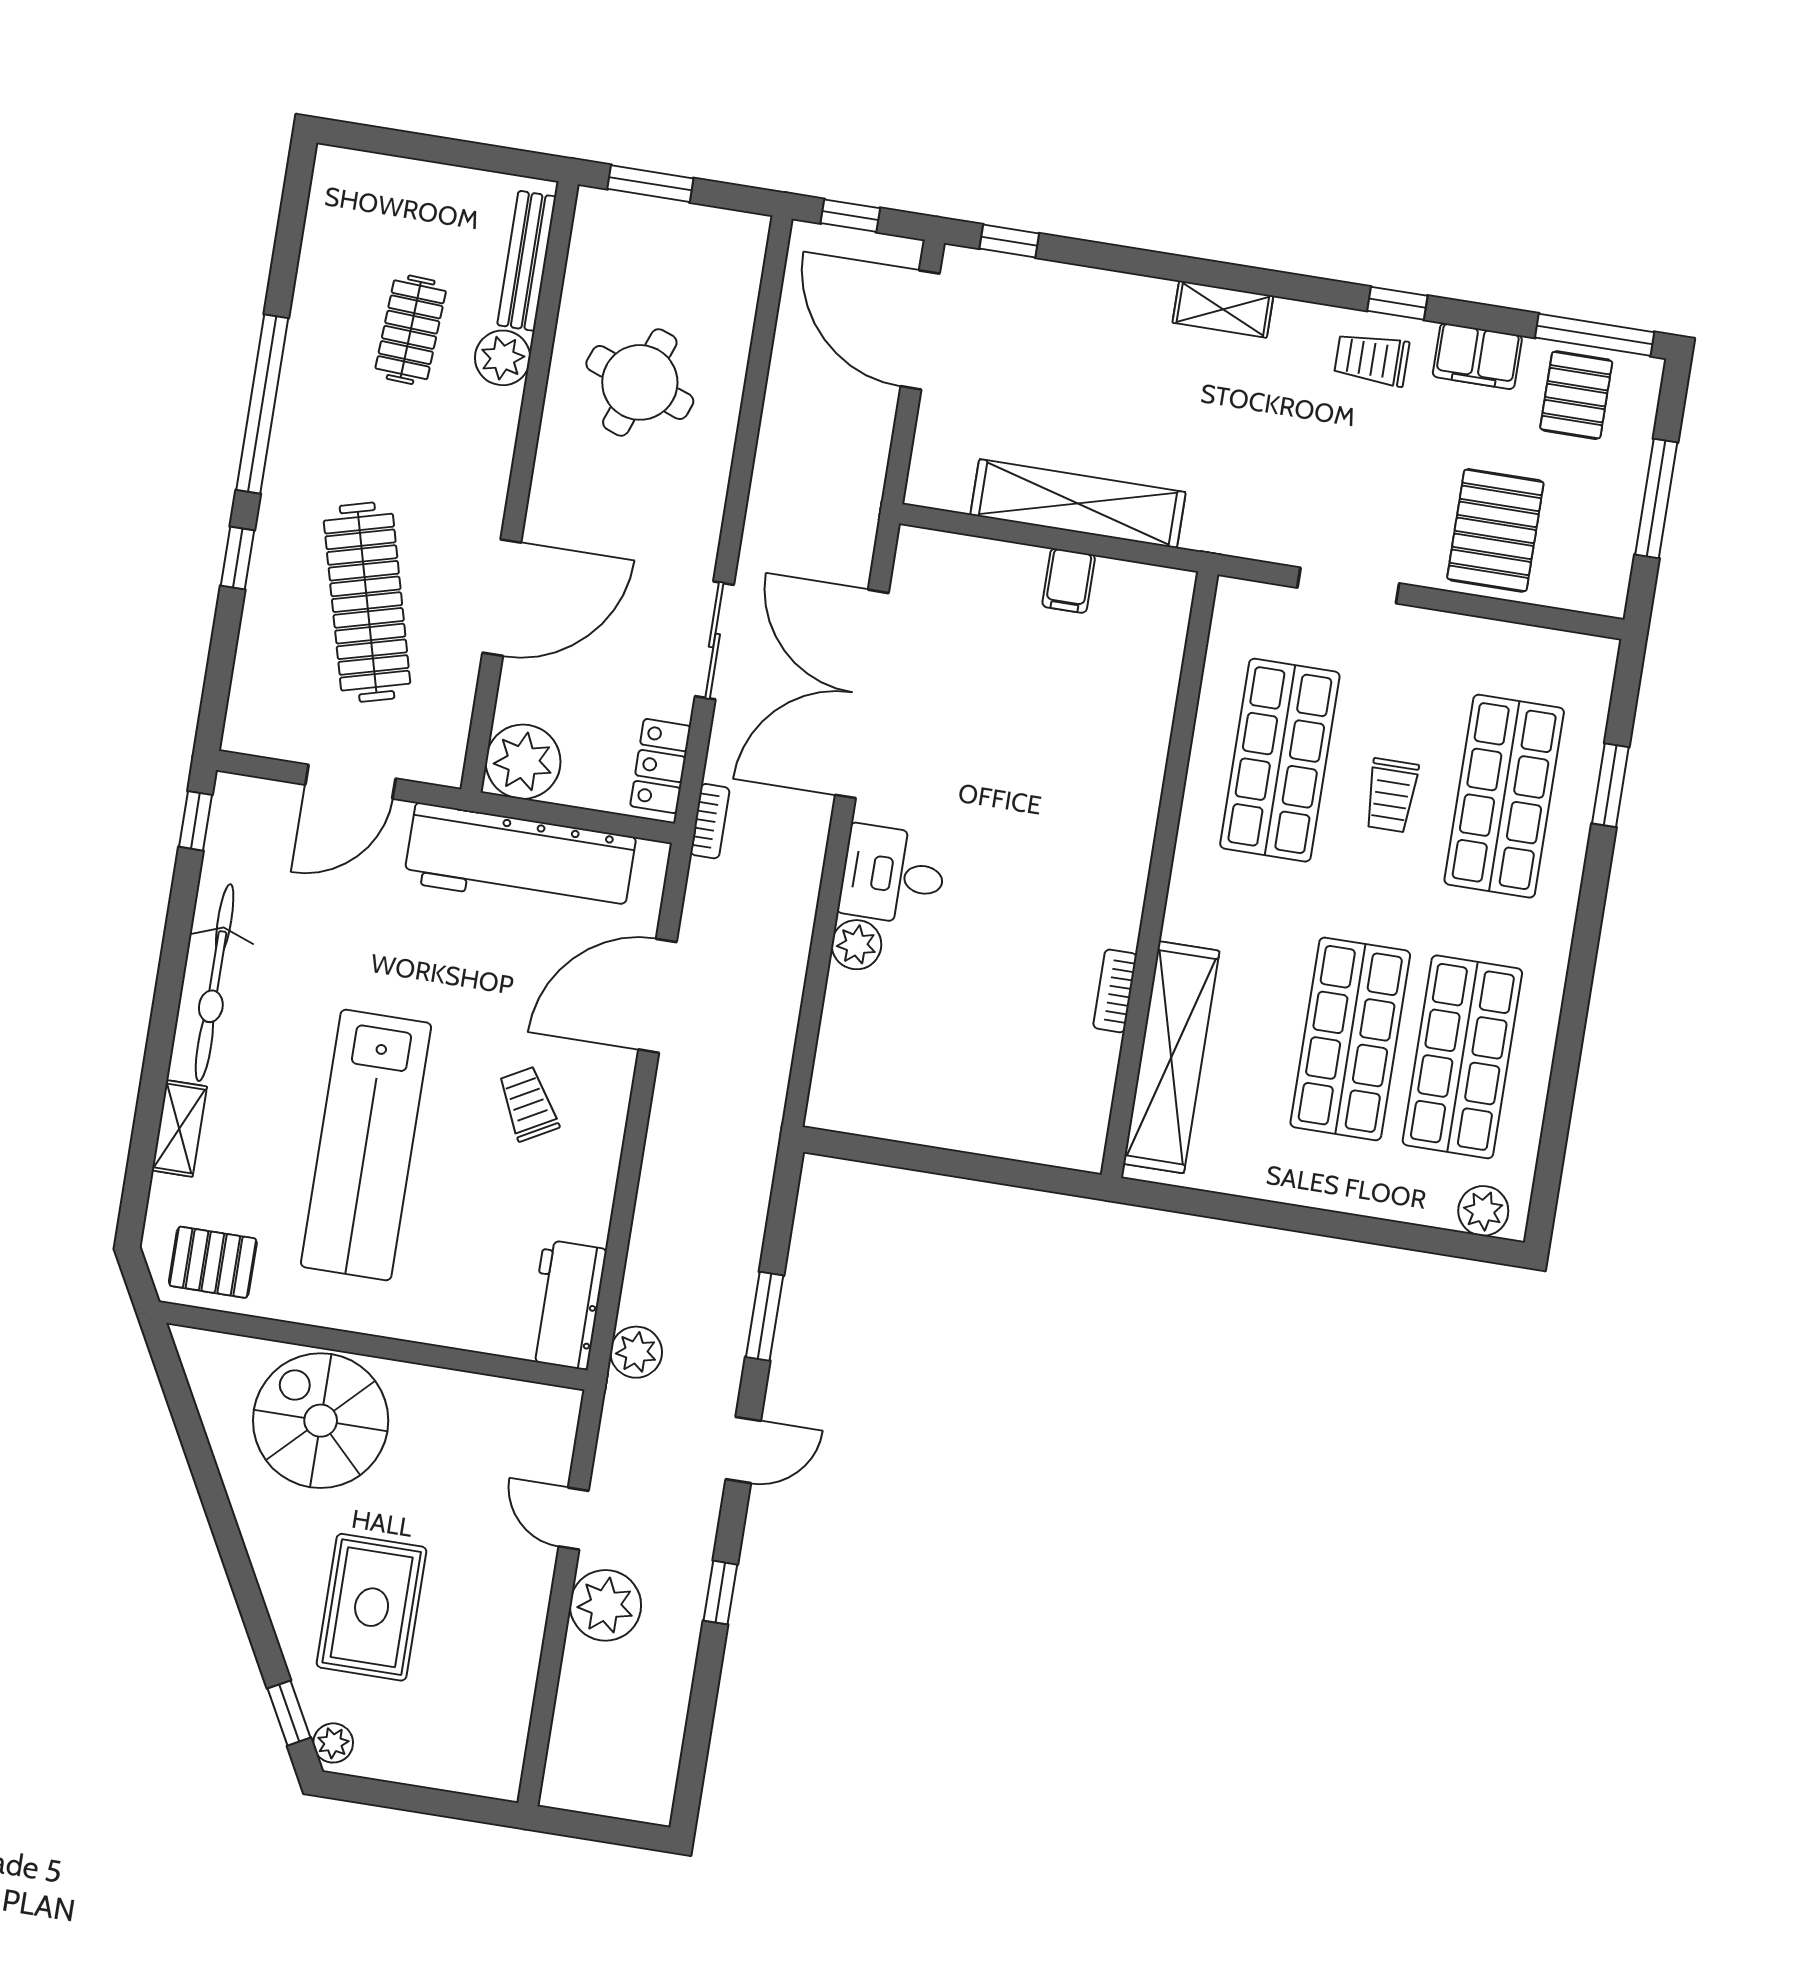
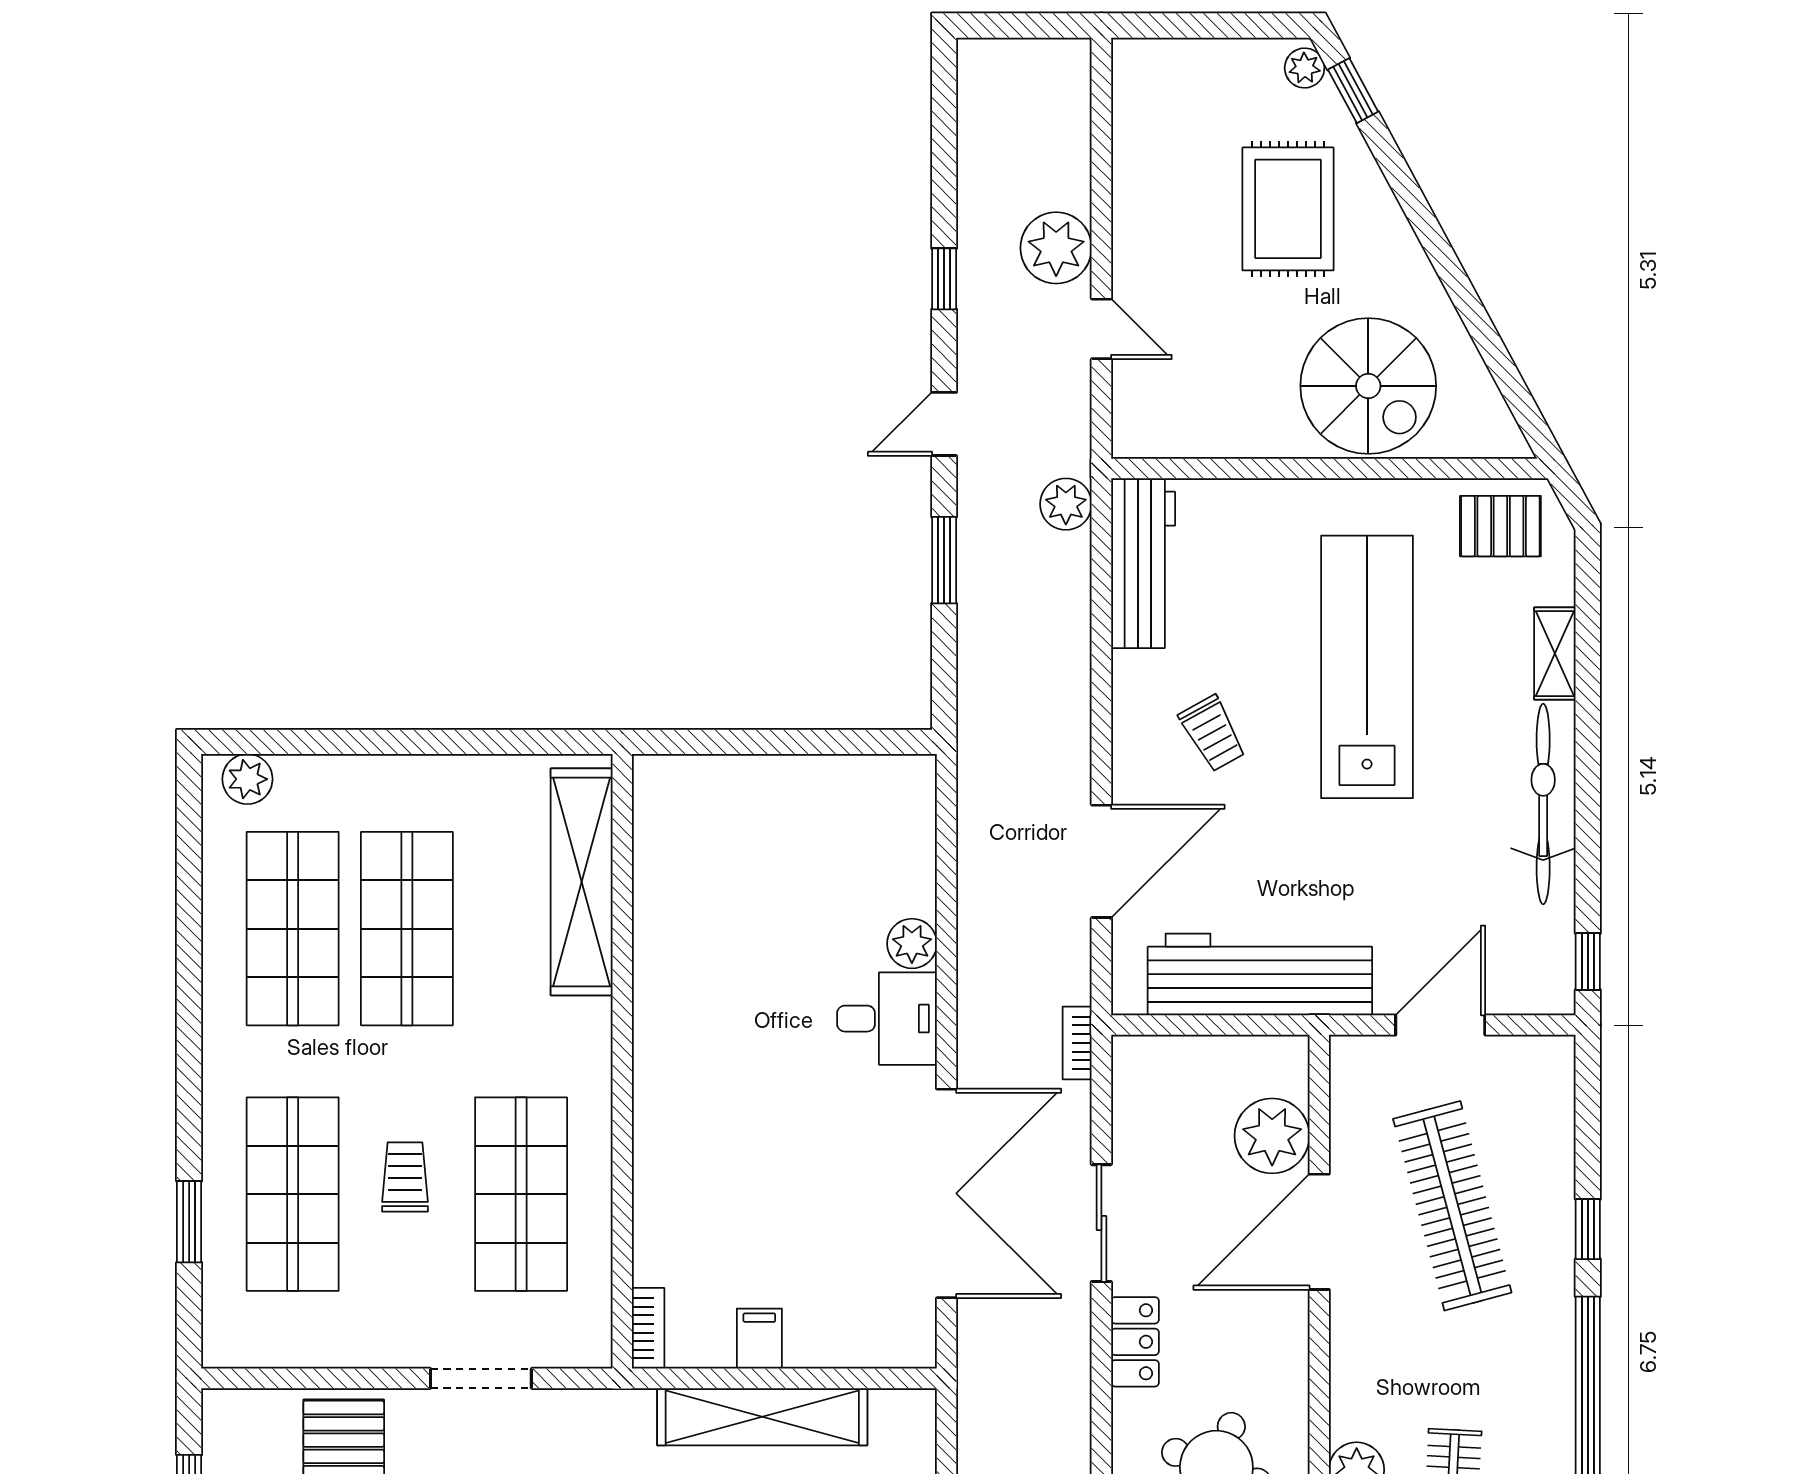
plant: (523, 762) -> (1272, 1136), moved
locker: (660, 766) -> (1135, 1342), moved
bookcase: (1115, 991) -> (648, 1328), moved
workbench: (566, 1305) -> (1143, 563), width x1.38

